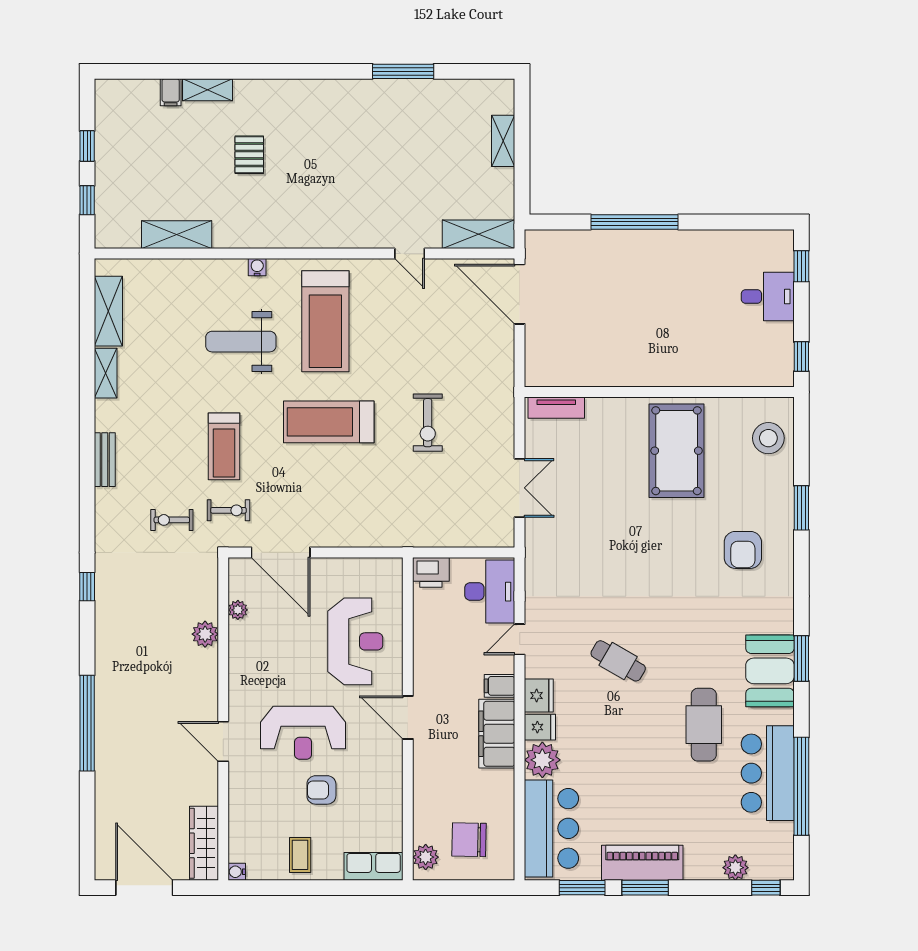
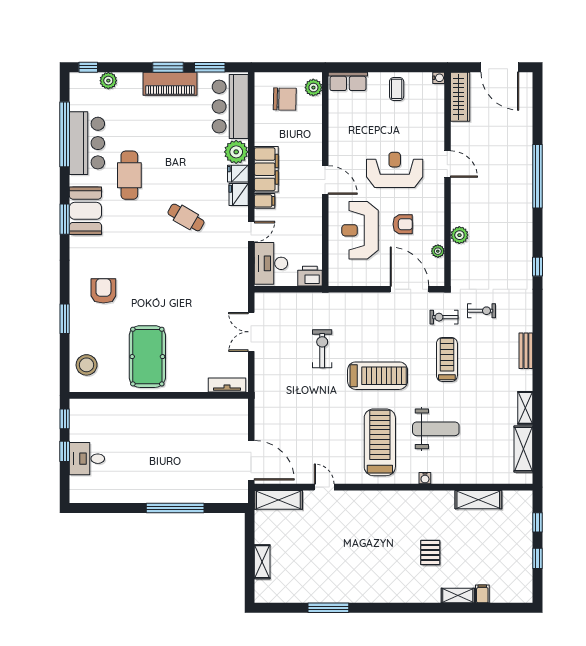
window: (801, 266) -> (65, 451), moved
exercise bike: (428, 423) -> (322, 349), moved
armchair: (321, 790) -> (403, 224), moved

